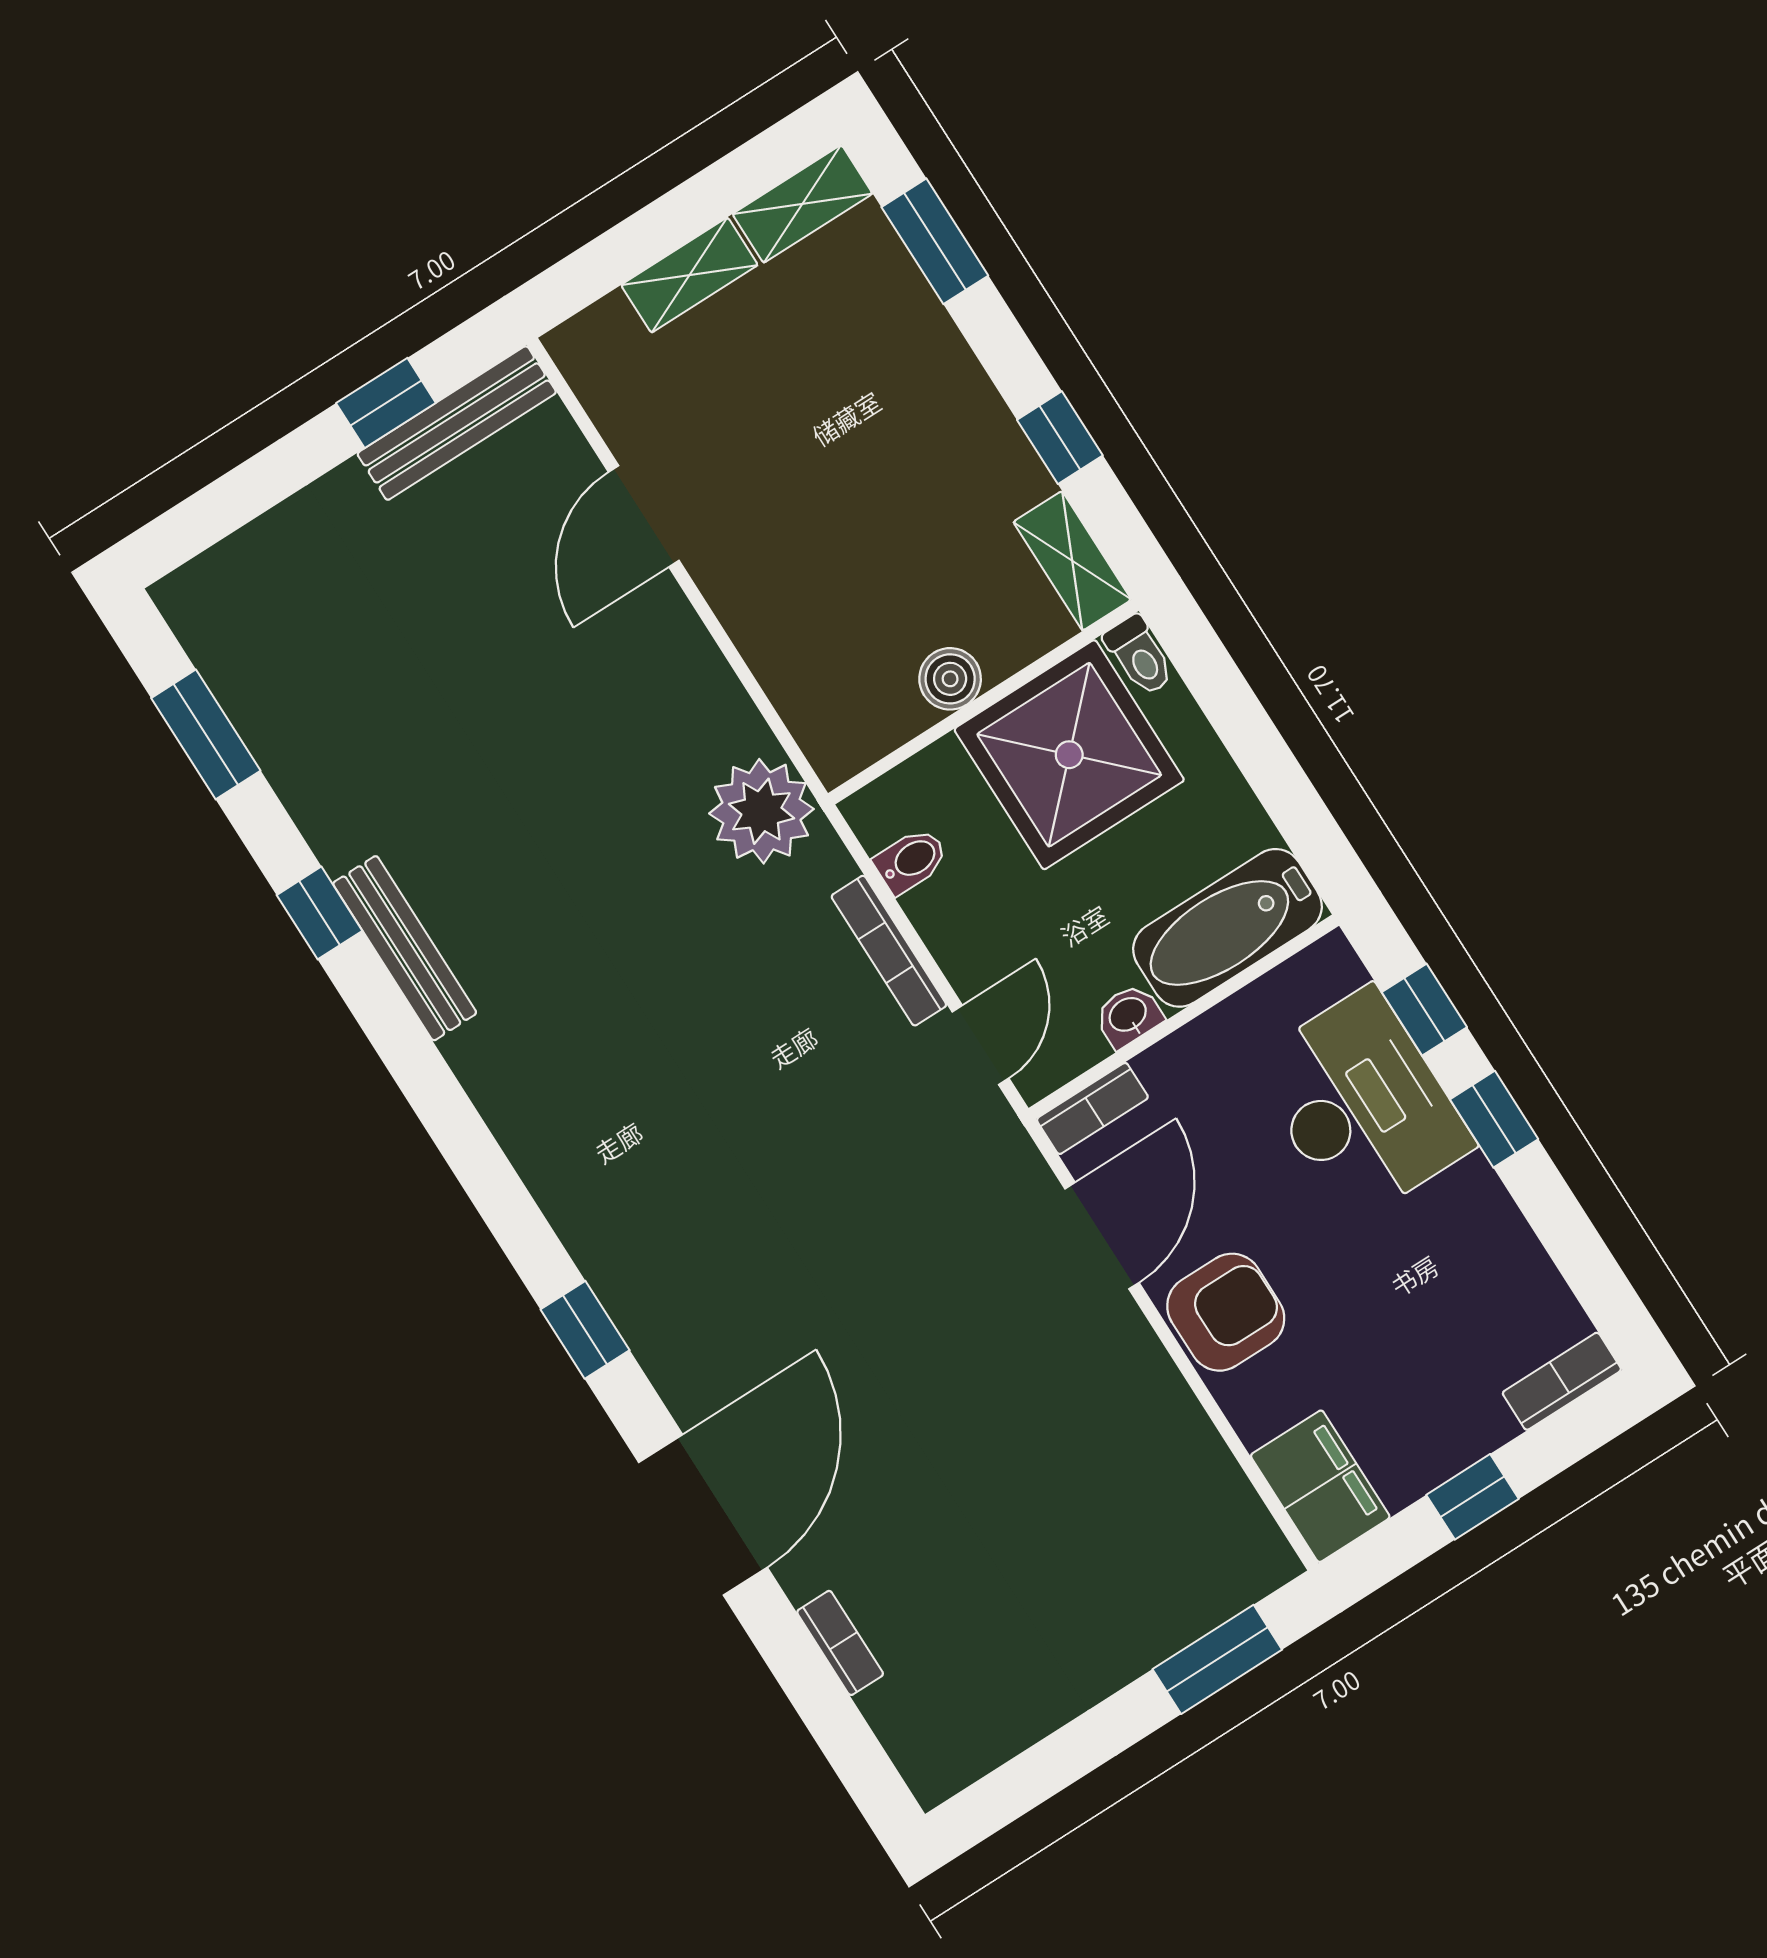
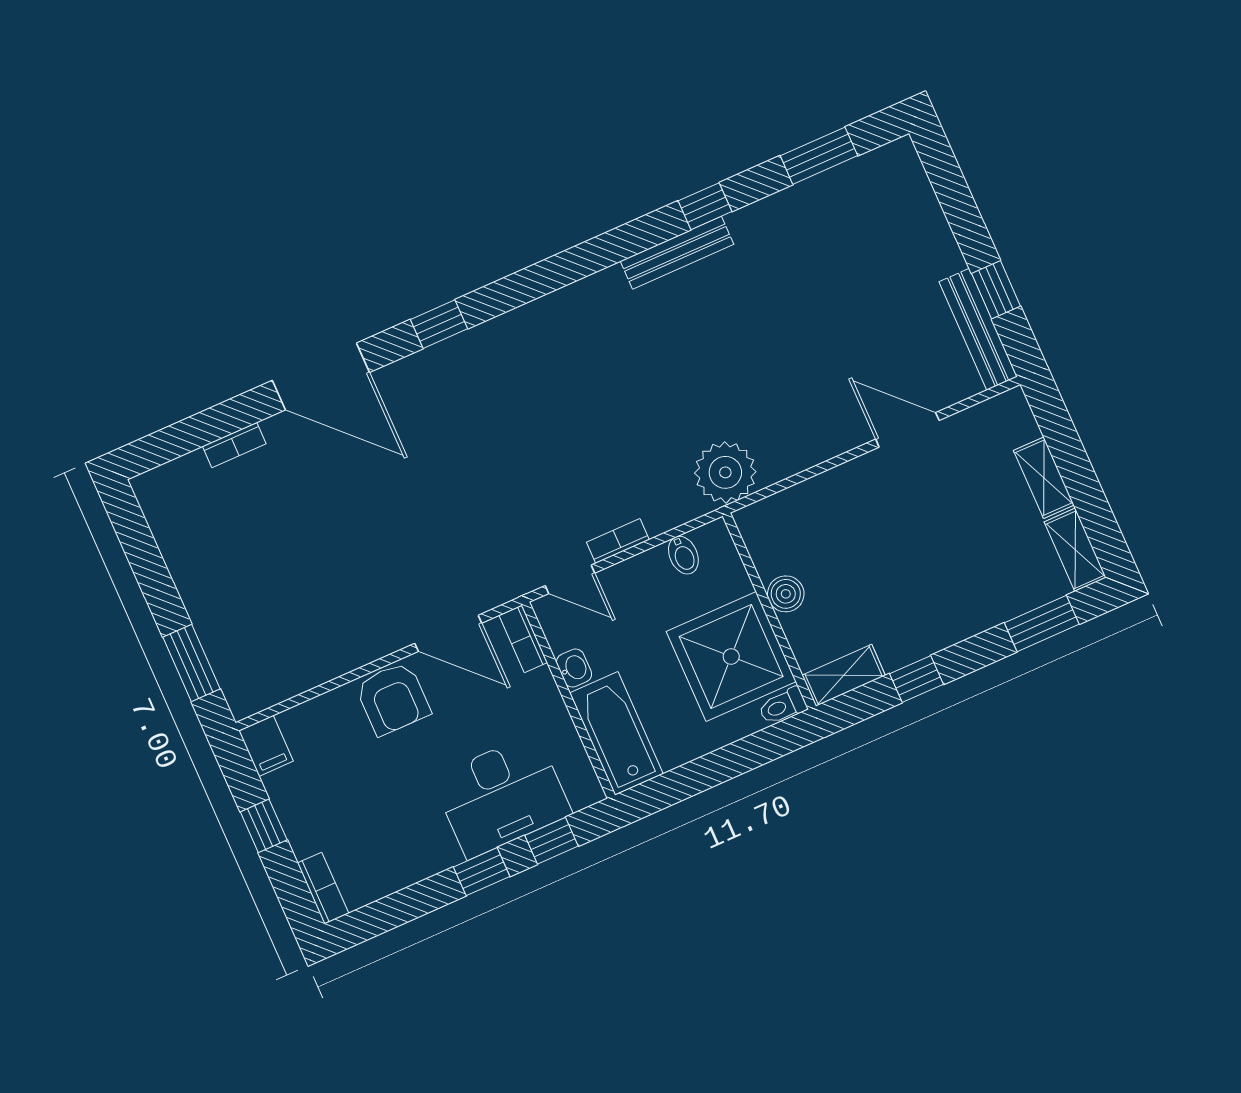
bookcase: (889, 951) -> (618, 541), width x0.64
filing cabinet: (1320, 1486) -> (266, 746), width x0.50

